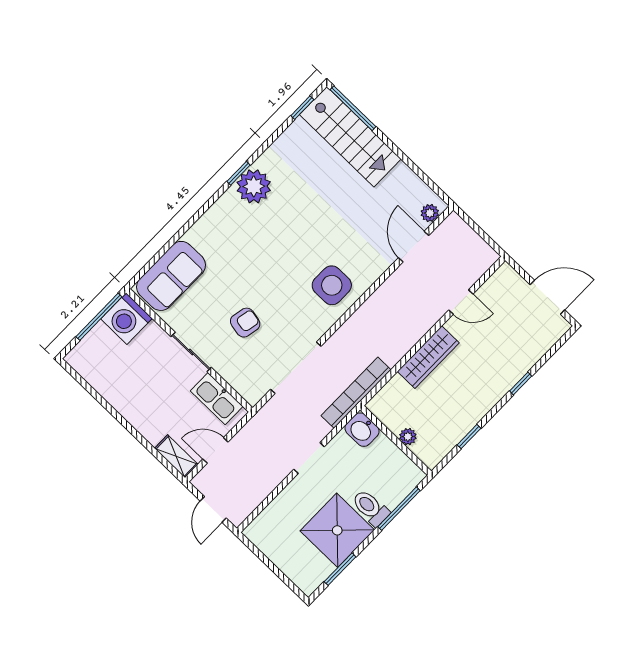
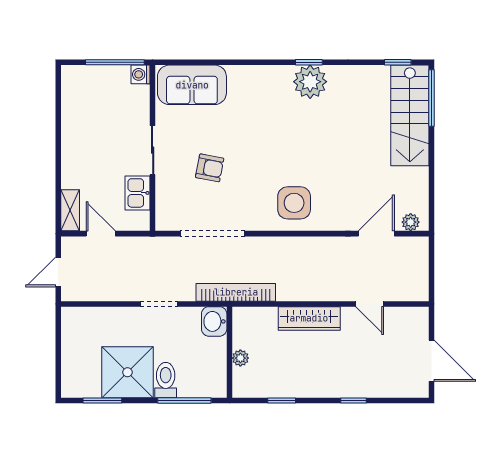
washing machine: (126, 319) -> (141, 74), width x0.53, depth x0.53
kitchen sink: (217, 399) -> (137, 193), width x0.73

